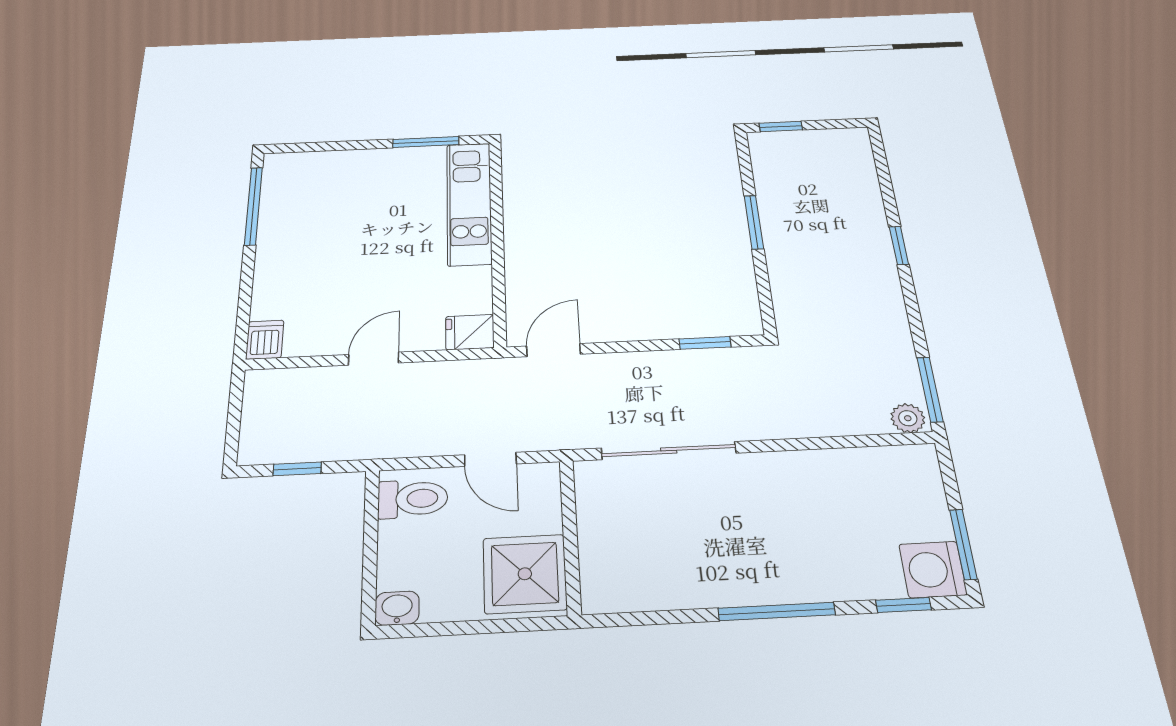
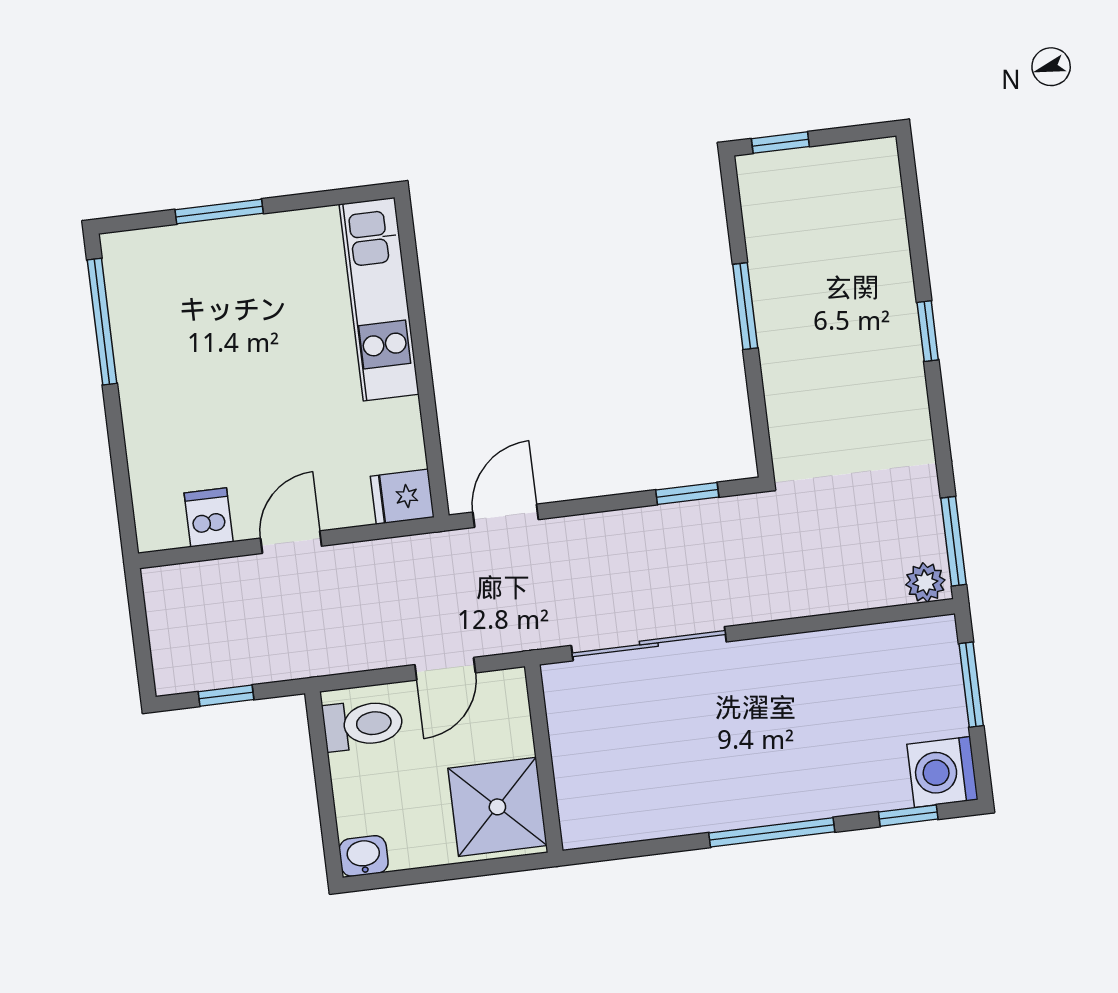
window: (426, 142) -> (219, 212), moved
dishwasher: (265, 340) -> (209, 517), moved
door: (490, 459) -> (445, 669), hinge flipped
window: (963, 544) -> (971, 685), moved

